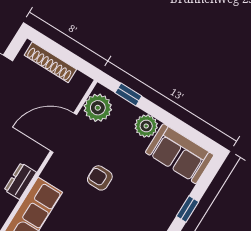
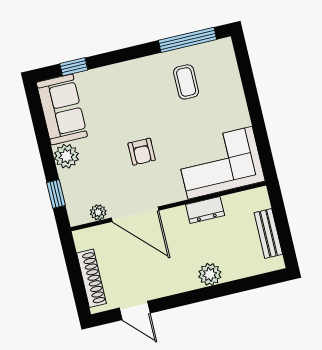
plant: (98, 108) -> (98, 212), width x0.53, depth x0.53
window: (187, 209) -> (74, 67), moved

